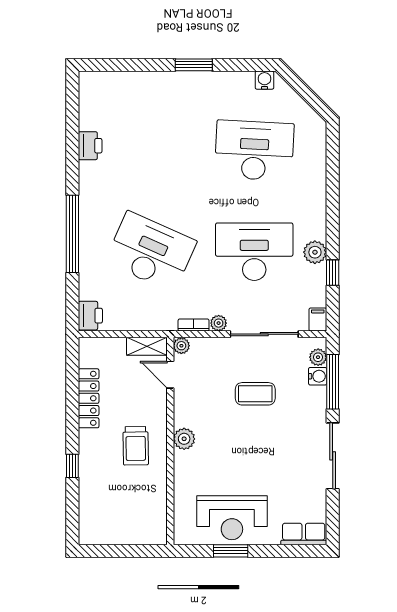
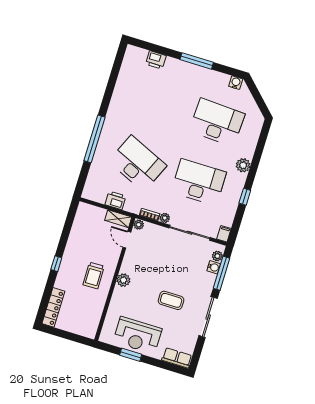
window: (194, 65) -> (197, 61), width x1.44
printer: (90, 146) -> (156, 60), moved, turned 90
plant: (315, 252) -> (243, 165), moved
window: (333, 273) -> (245, 197), moved
printer: (90, 316) -> (115, 200), moved, turned -90
coffee table: (255, 394) -> (171, 300), moved
locker: (89, 398) -> (53, 307), moved
window: (72, 466) -> (56, 264), moved

